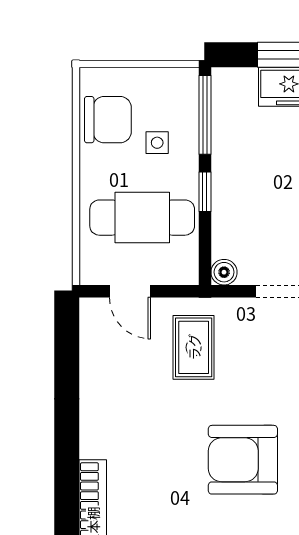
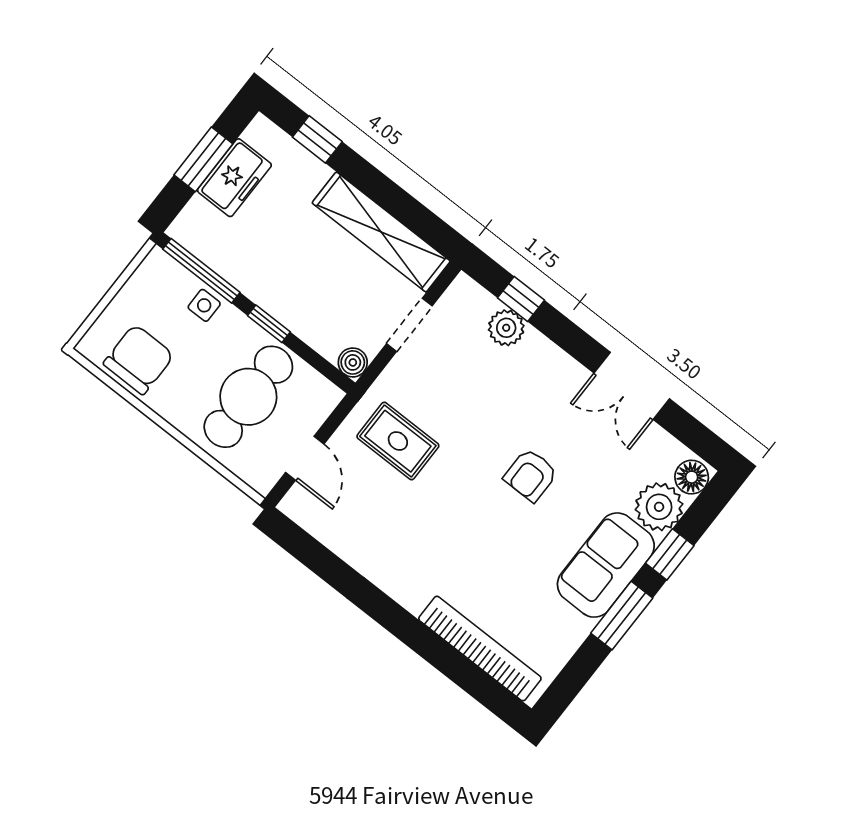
side table: (157, 143) -> (204, 305), moved
door: (130, 291) -> (305, 458), hinge flipped
armchair: (243, 460) -> (531, 475), width x0.53, depth x0.53

